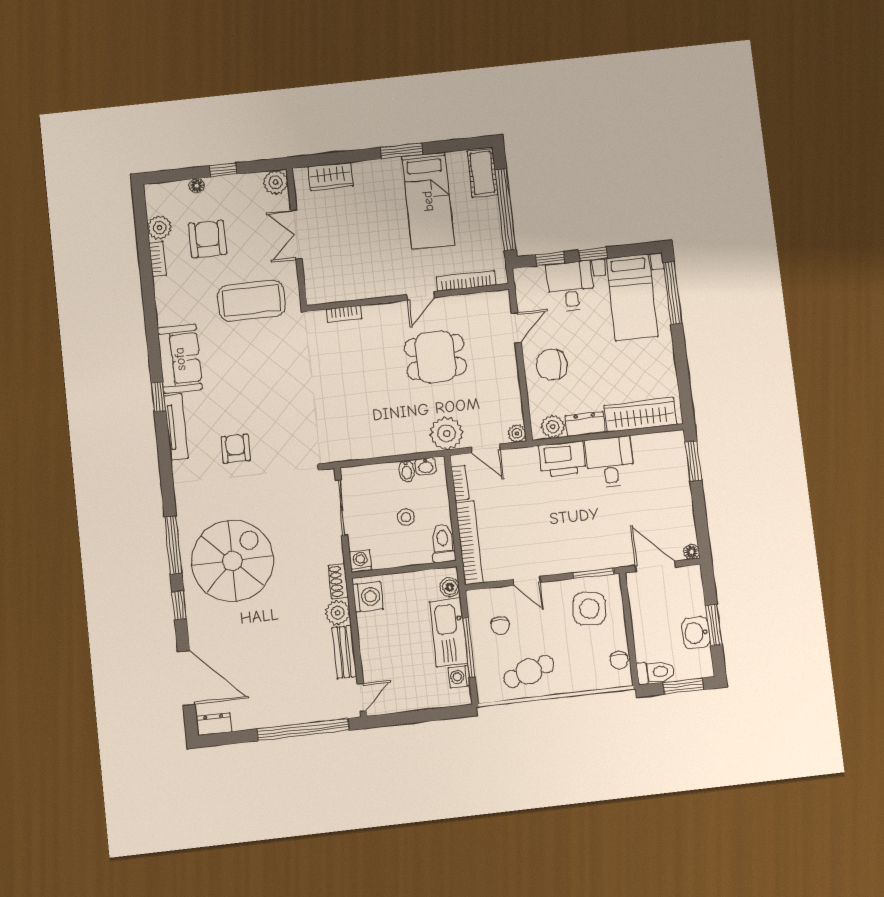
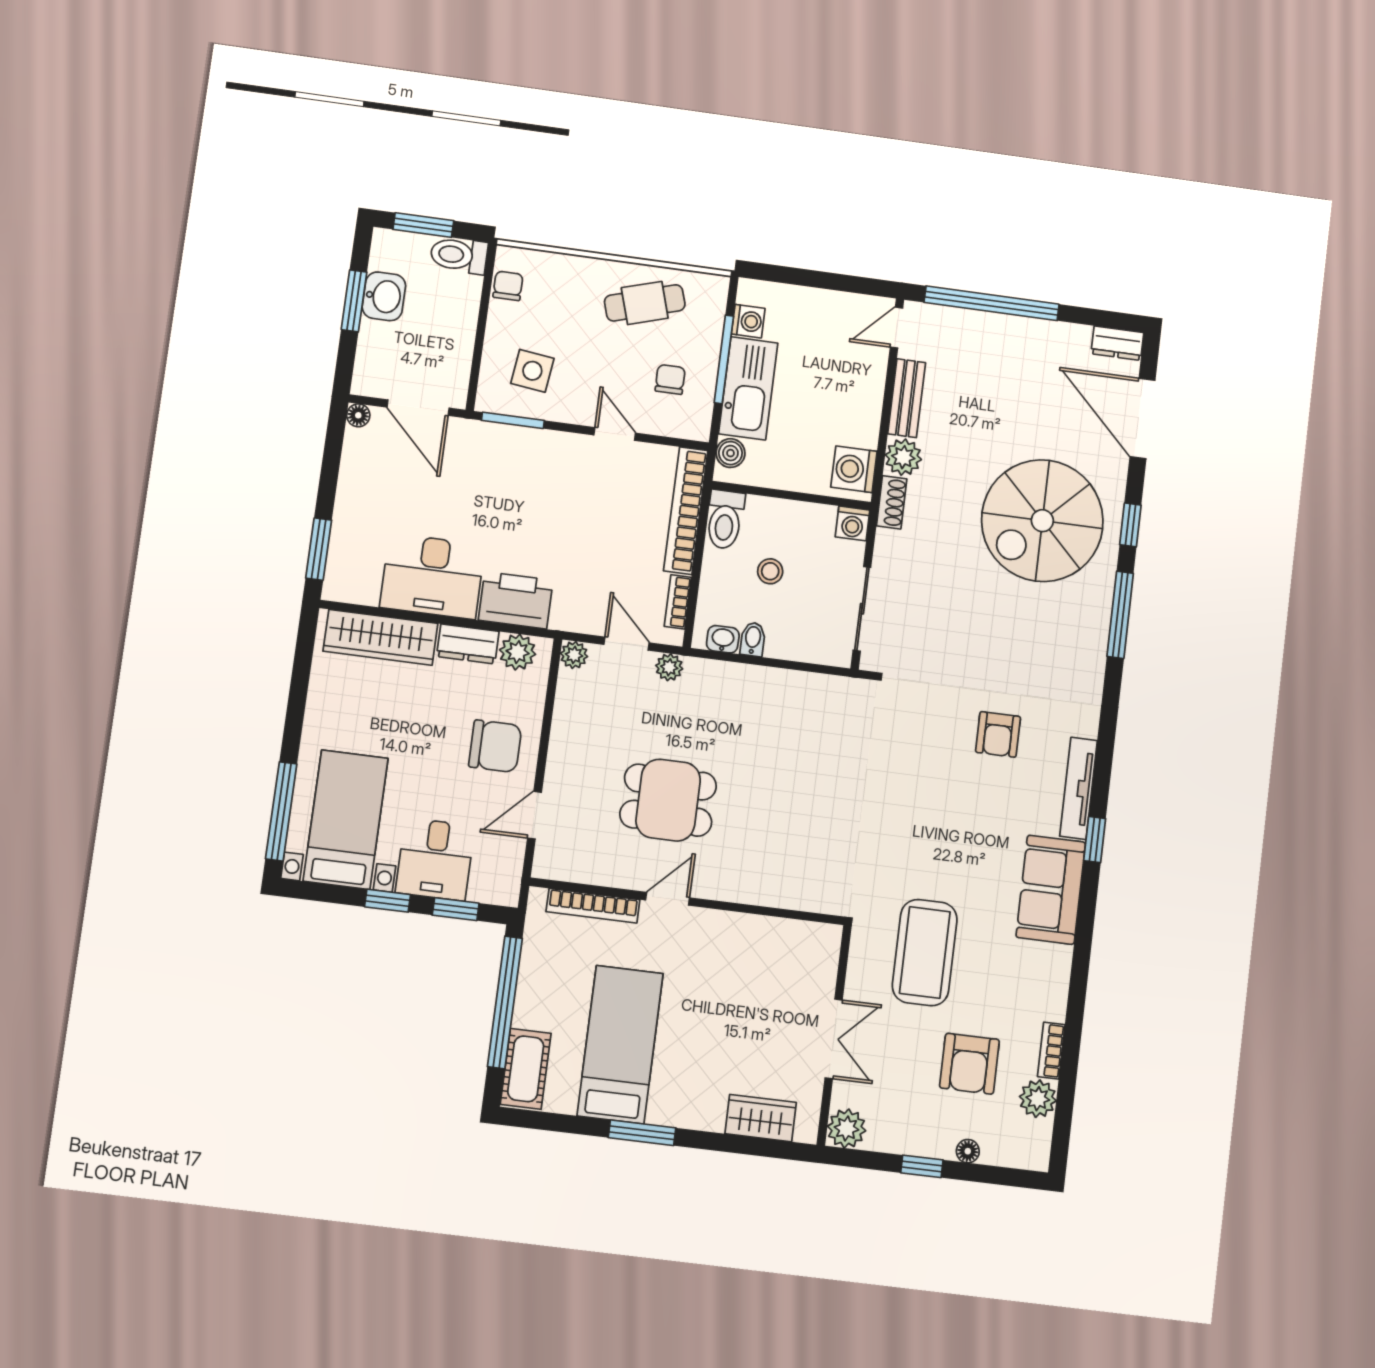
coffee table: (251, 301) -> (925, 953), turned 90
bookcase: (344, 314) -> (790, 899), removed
plant: (447, 433) -> (669, 667), width x0.53, depth x0.53
desk: (610, 462) -> (432, 576), width x1.37
spiral stairs: (232, 561) -> (1042, 521), moved
side table: (589, 609) -> (532, 371), width x0.73, depth x0.73

